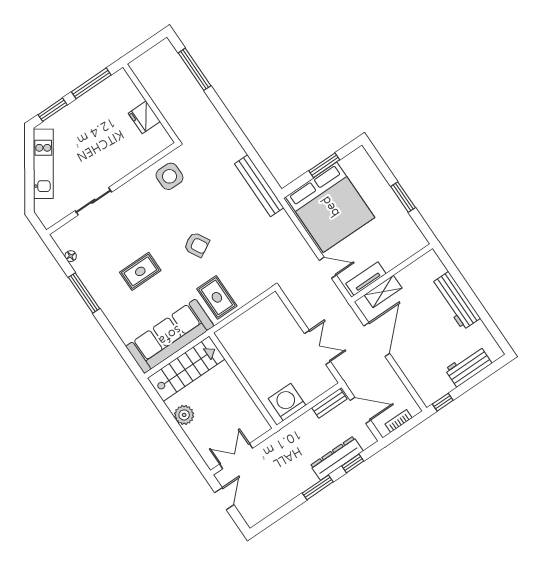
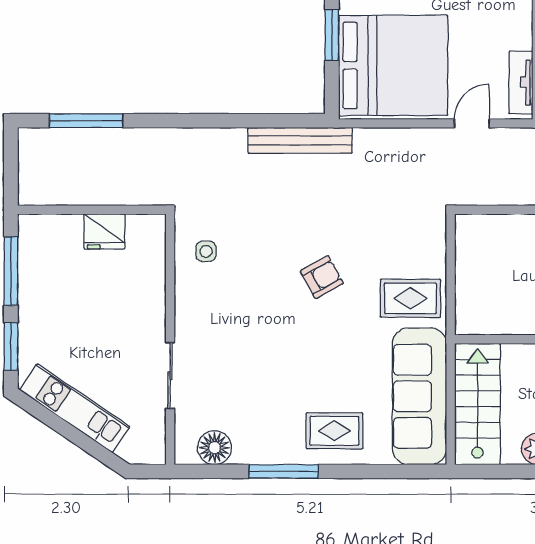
side table: (169, 176) -> (206, 251), width x0.54, depth x0.54
floor lamp: (71, 256) -> (214, 448), width x1.89, depth x1.89
rug: (140, 271) -> (334, 431), moved, turned 90

